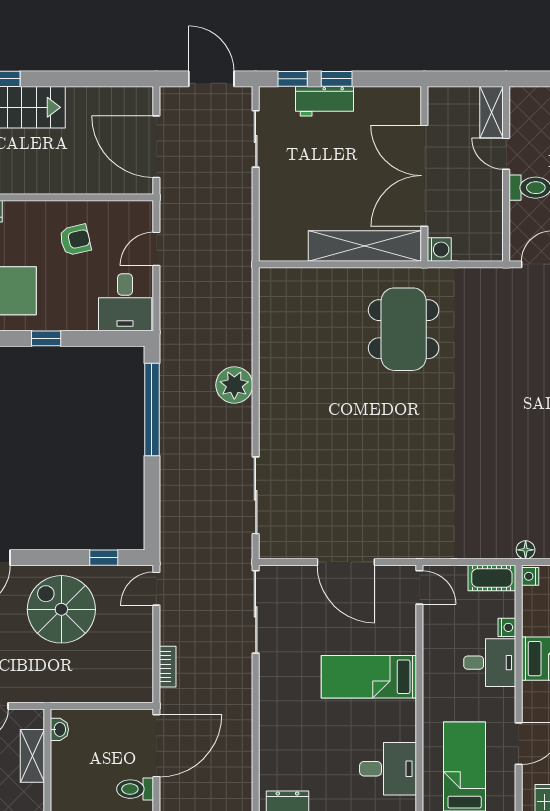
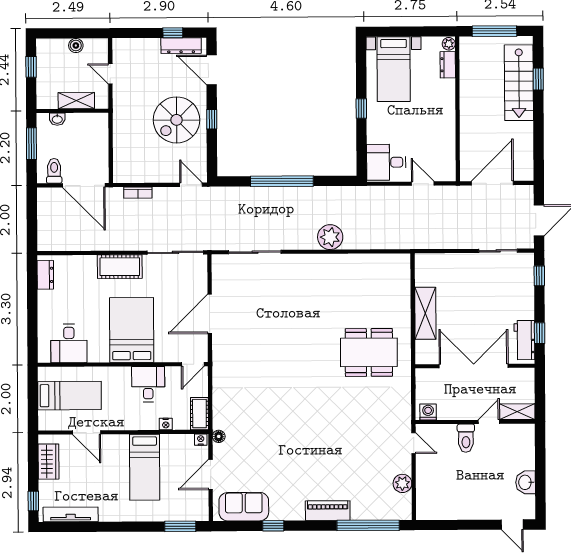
window: (337, 79) -> (540, 333), moved
workbench: (325, 101) -> (524, 340), moved
armchair: (75, 240) -> (429, 128), removed
shelving: (365, 246) -> (425, 313), width x0.68
washing machine: (439, 250) -> (428, 412), moved, turned 180
window: (152, 409) -> (282, 181), moved
window: (104, 558) -> (212, 119), moved
spiral stairs: (61, 609) -> (177, 120), turned 180
desk: (490, 663) -> (148, 384), moved, turned 180
bed: (369, 677) -> (132, 330), width x1.50
cot: (276, 694) -> (120, 267), added
washbasin: (59, 729) -> (57, 119), moved

